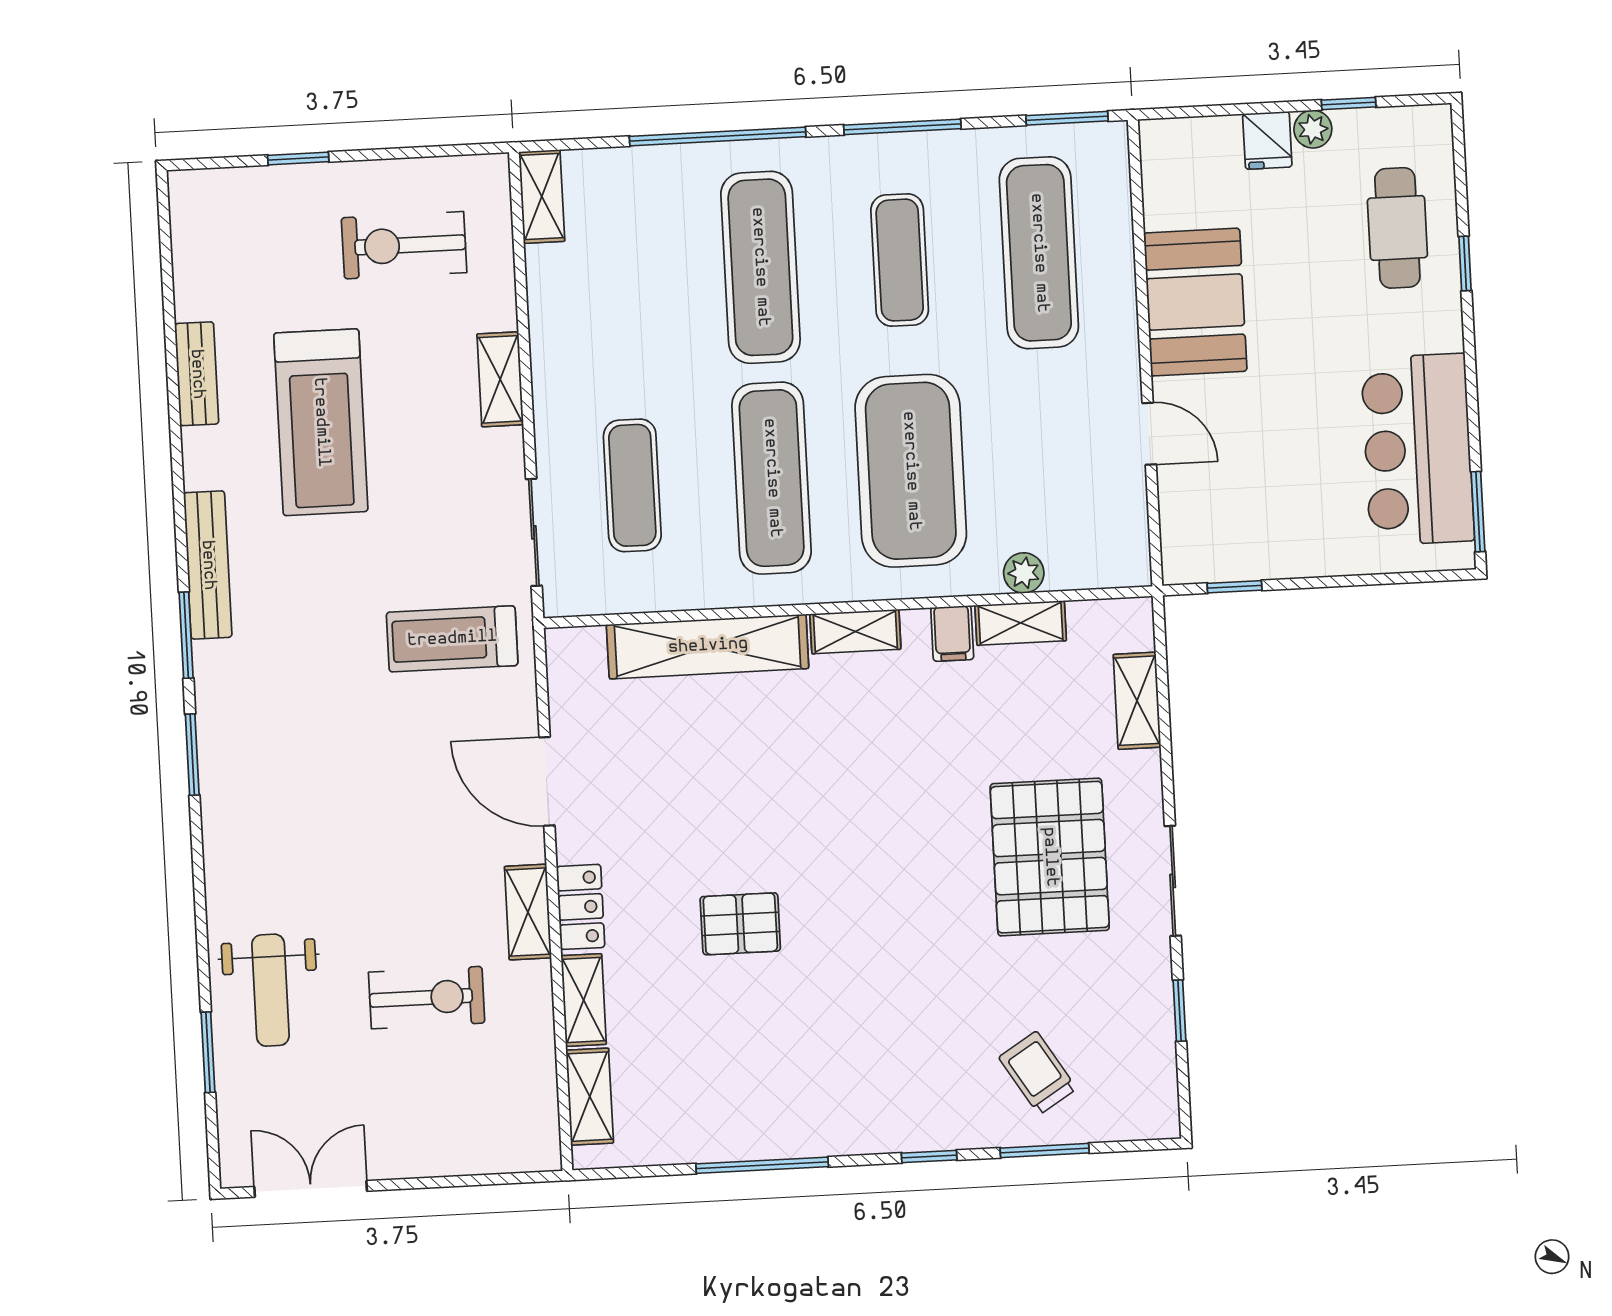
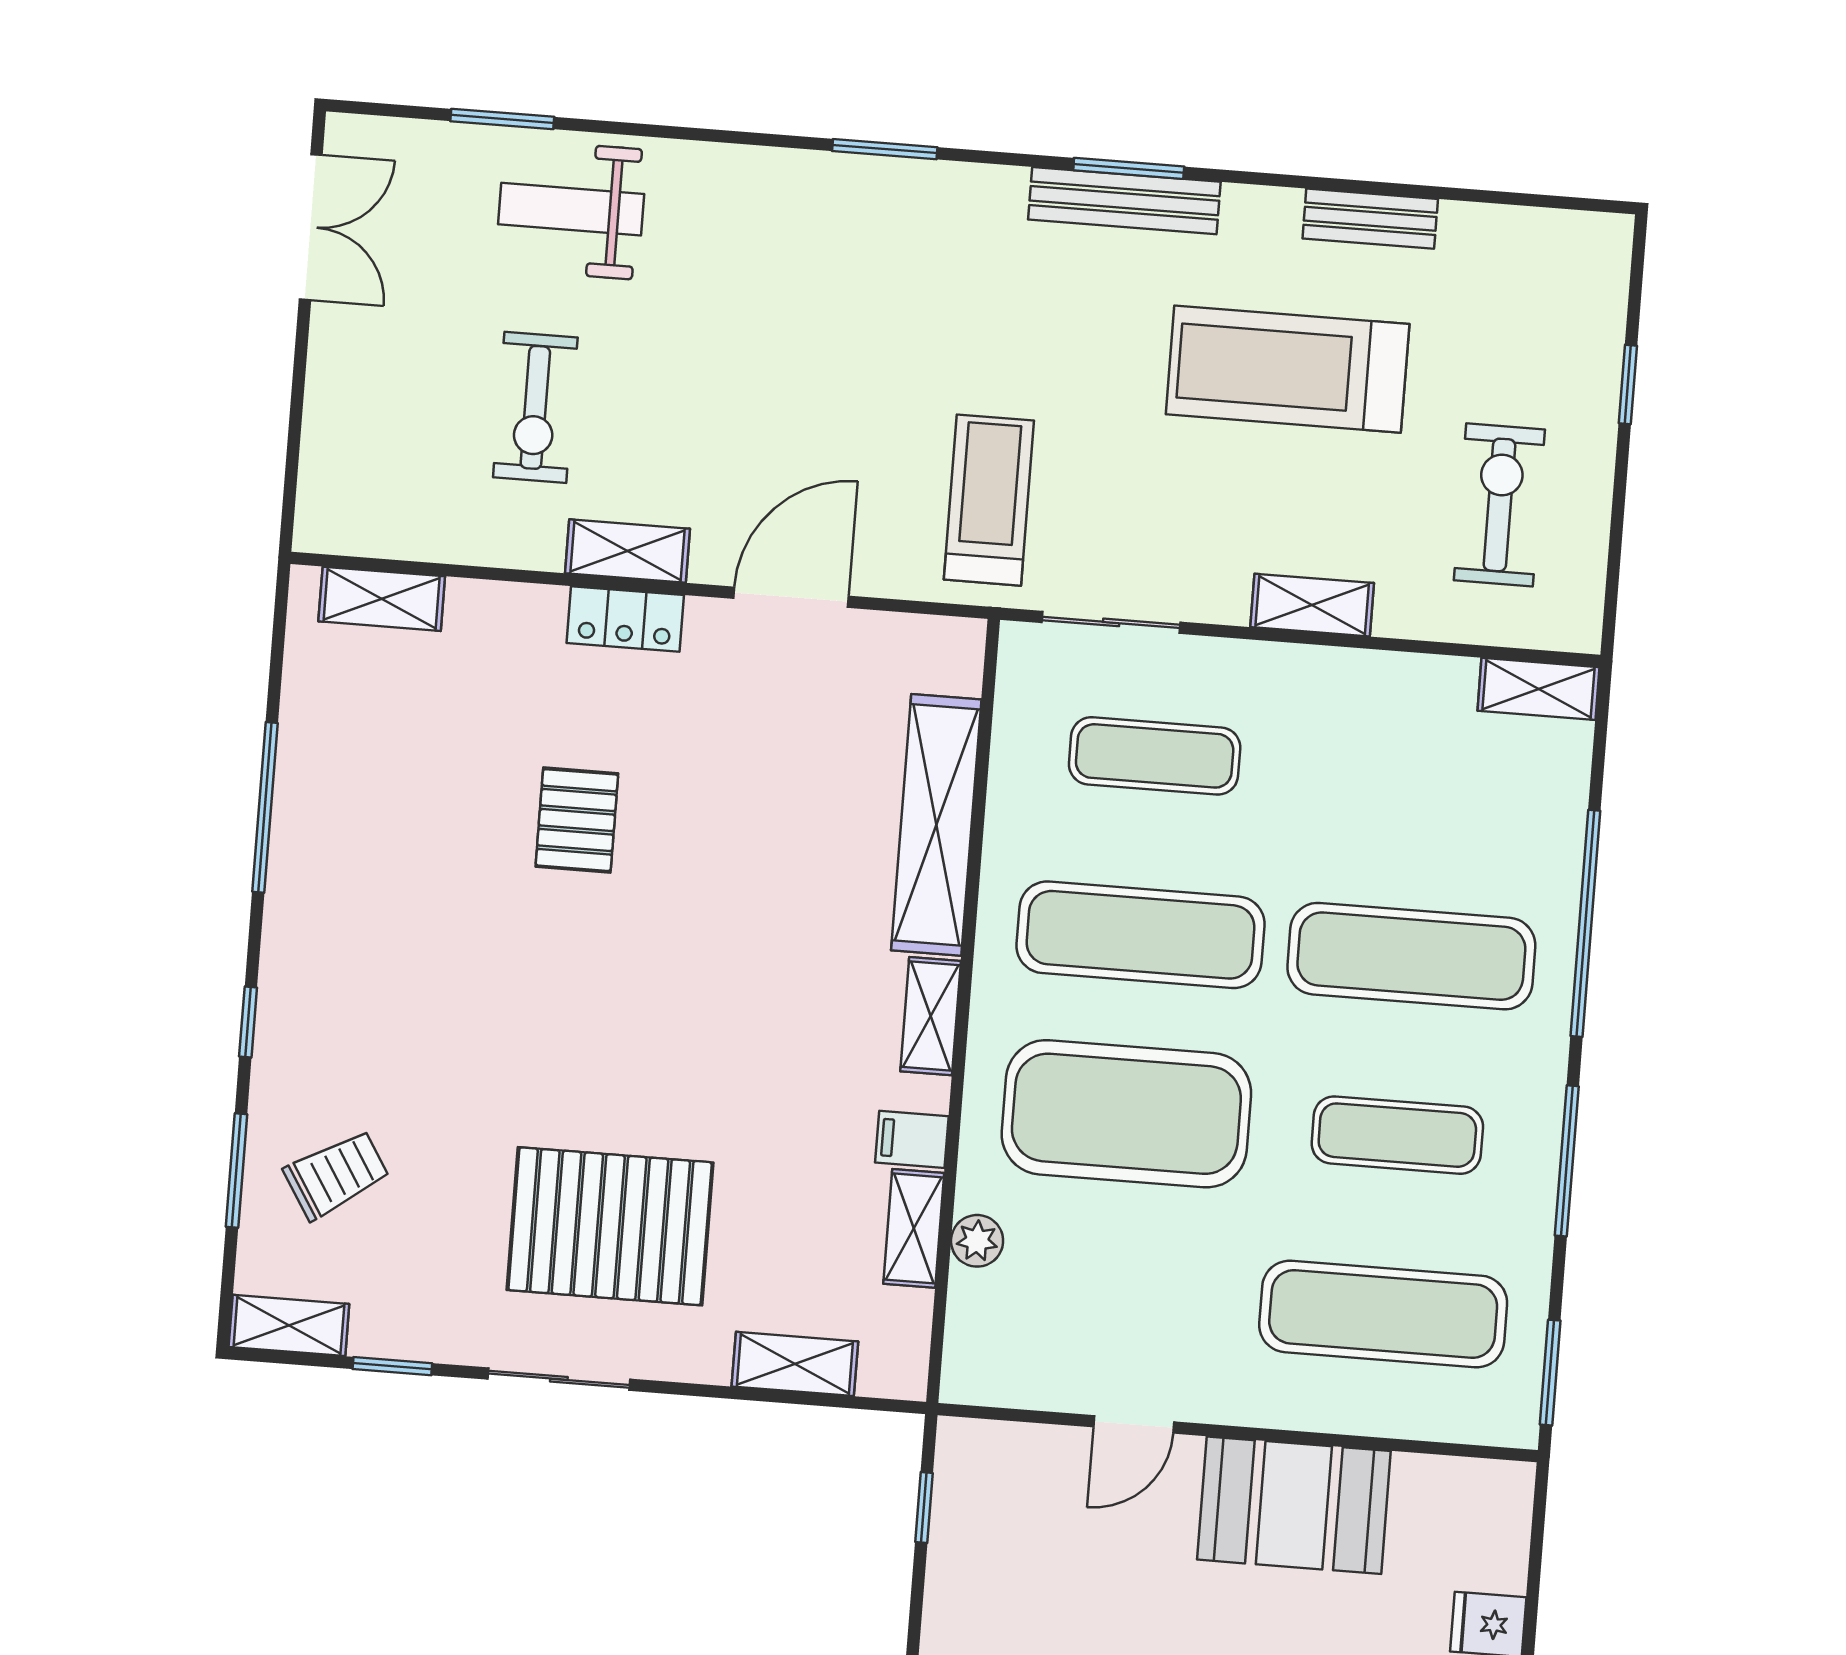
window: (186, 635) -> (1129, 168), moved
shelving: (584, 1000) -> (289, 1325), moved

